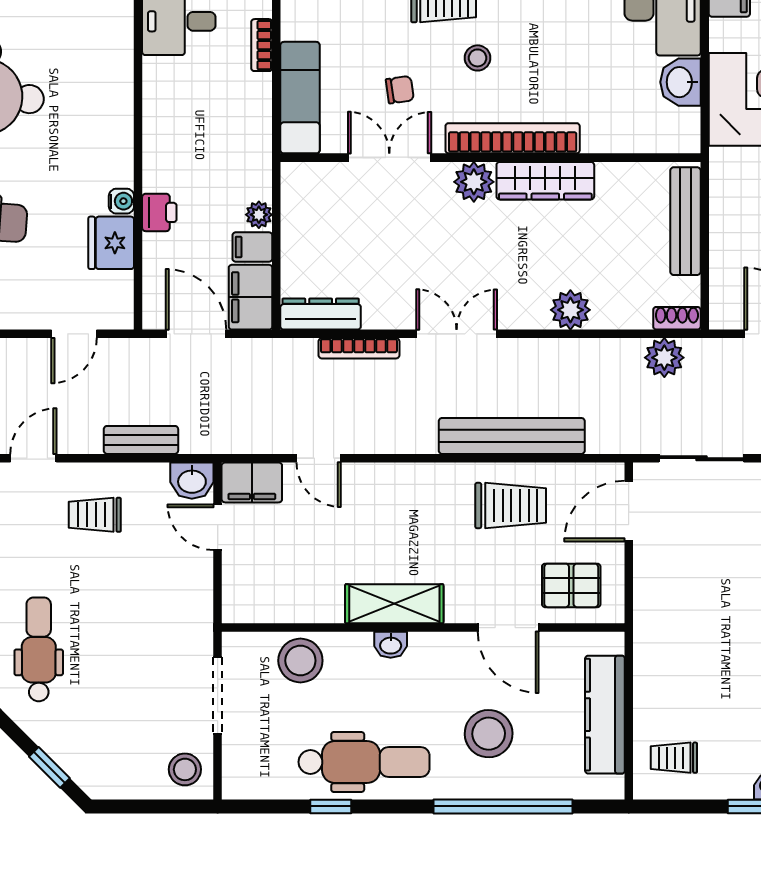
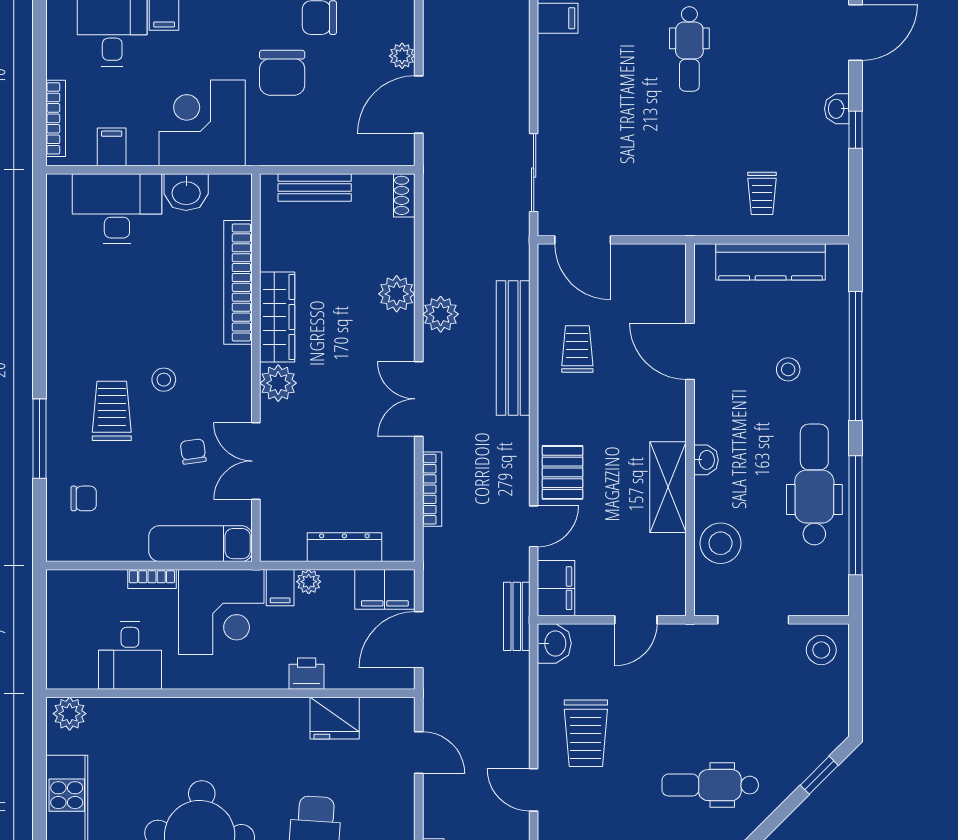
corner desk: (226, 120) -> (221, 612), added
bookcase: (513, 138) -> (238, 282), moved
water cooler: (121, 201) -> (296, 709), removed
bench: (685, 221) -> (315, 187), width x0.73
filing cabinet: (252, 247) -> (280, 588), moved
dresser: (321, 314) -> (344, 547), moved, turned 90
plant: (664, 358) -> (441, 314), moved
bench: (141, 440) -> (517, 616), moved
trolley: (511, 506) -> (577, 349), width x0.73, depth x0.72
trolley: (95, 515) -> (586, 733), width x1.36, depth x1.39
door: (218, 527) -> (636, 620), moved
pallet: (571, 585) -> (563, 472), moved
shelving: (394, 604) -> (668, 487), moved
door: (508, 628) -> (690, 351), swing flipped
stool: (489, 734) -> (788, 369), width x0.53, depth x0.53
trolley: (674, 758) -> (762, 193), moved
window: (331, 806) -> (855, 515), width x3.17

